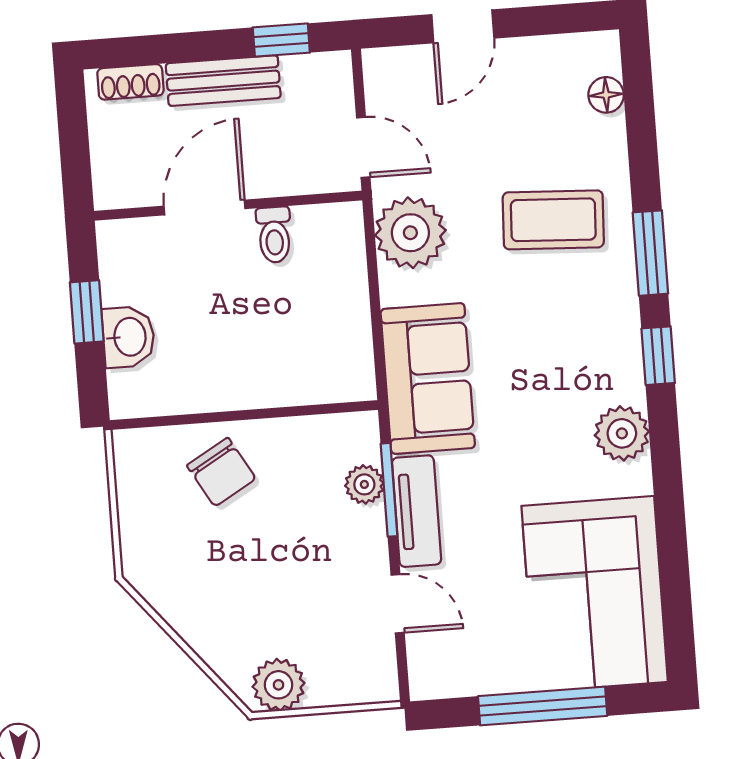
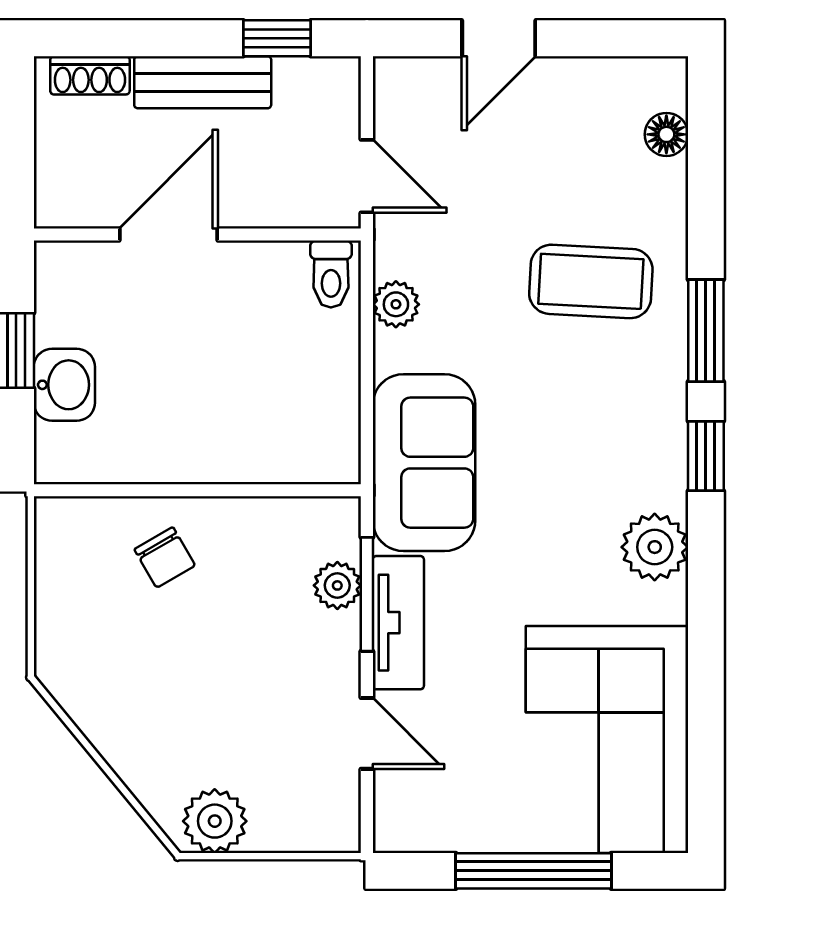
plant: (410, 233) -> (396, 304), width x0.53, depth x0.53
toilet: (274, 235) -> (331, 274), moved
chair: (221, 472) -> (165, 557), width x0.73, depth x0.73

